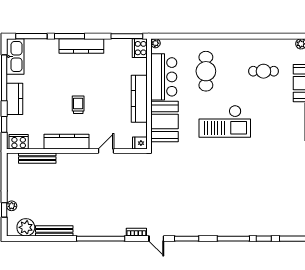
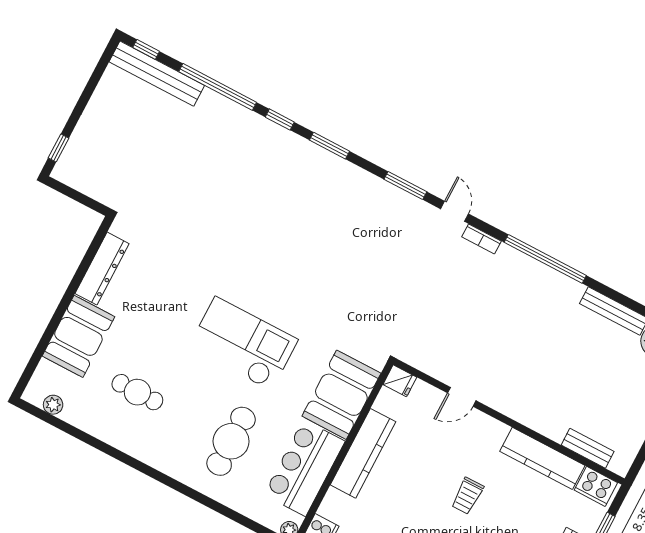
kitchen counter: (67, 142) -> (542, 458), moved
bench: (37, 158) -> (588, 448), width x0.73
window: (233, 239) -> (329, 146), width x0.69

